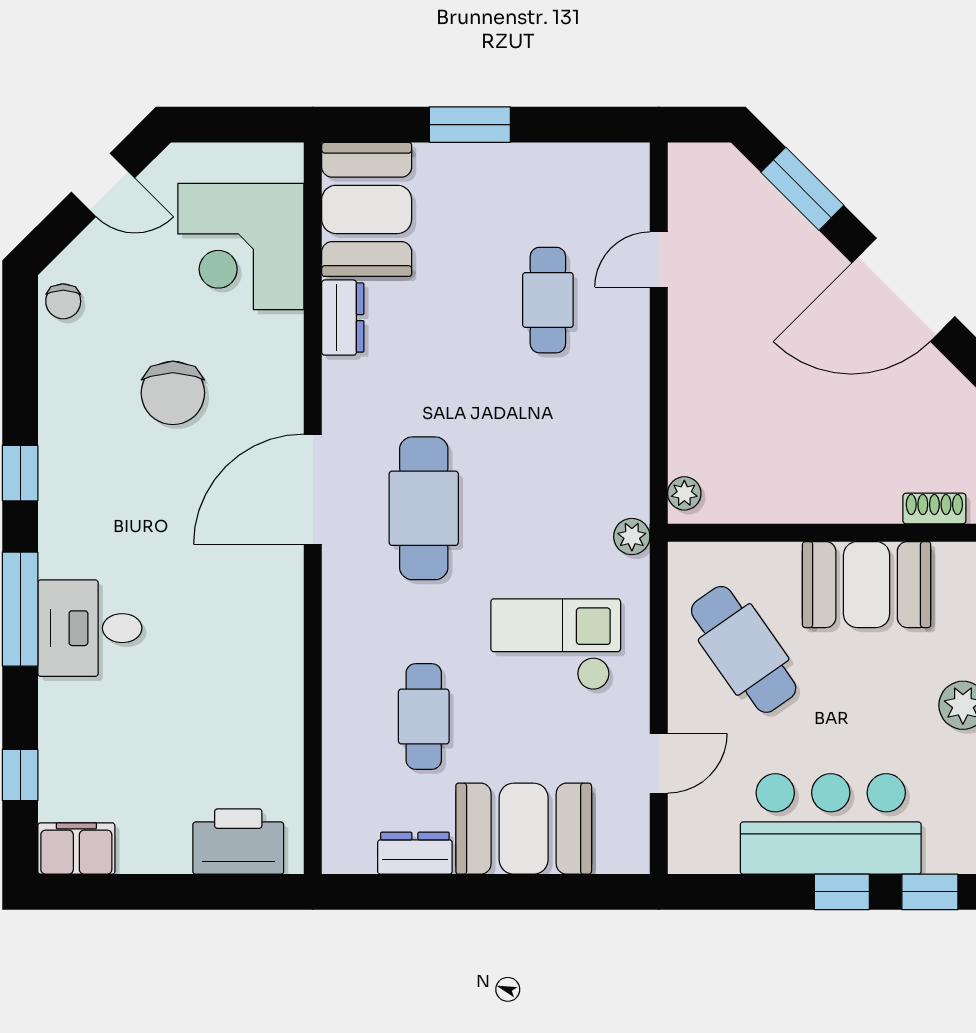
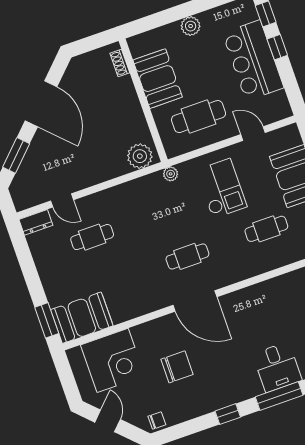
window: (470, 125) -> (47, 320), moved
dresser: (343, 318) -> (36, 222), moved, turned 180
plant: (684, 493) -> (140, 156), width x1.87, depth x1.87
cafe table: (424, 508) -> (187, 256), width x0.73, depth x0.74
checkout: (556, 644) -> (222, 188), turned 180
cafe table: (744, 649) -> (199, 117), turned 35

